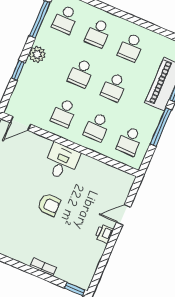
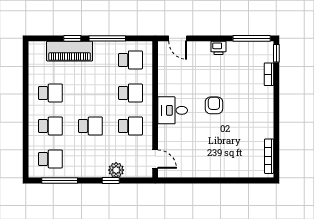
plant: (37, 54) -> (116, 170), moved
school desk: (114, 87) -> (90, 93), removed
door: (124, 215) -> (178, 38), moved
bookcase: (43, 267) -> (269, 74), moved
window: (100, 271) -> (252, 38), added

